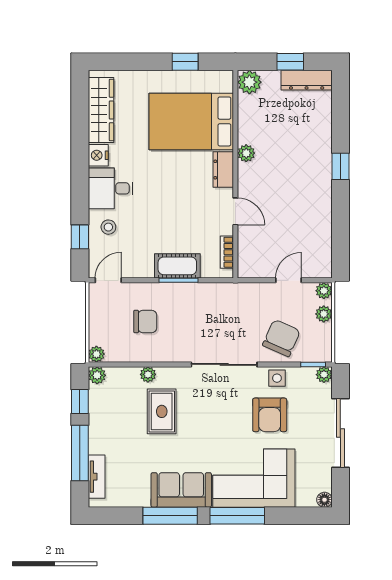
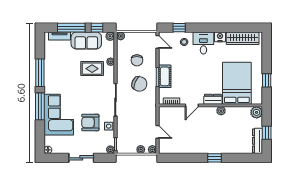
chair: (281, 338) -> (139, 84), moved
sliding door: (340, 433) -> (81, 158), width x0.73
sofa: (181, 490) -> (86, 41), moved, turned 90

